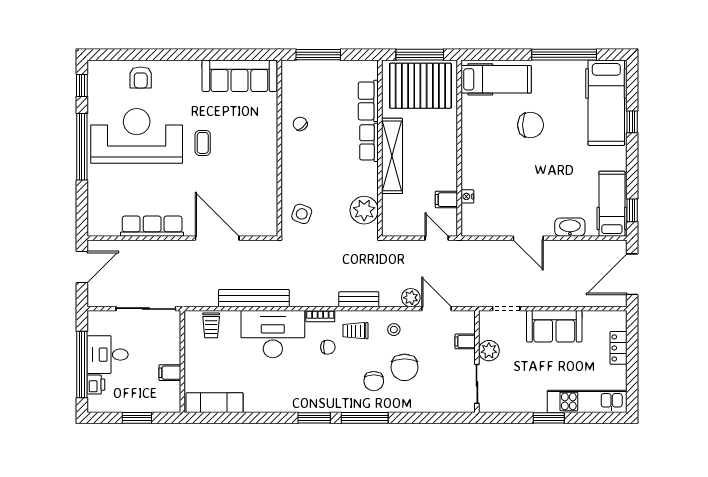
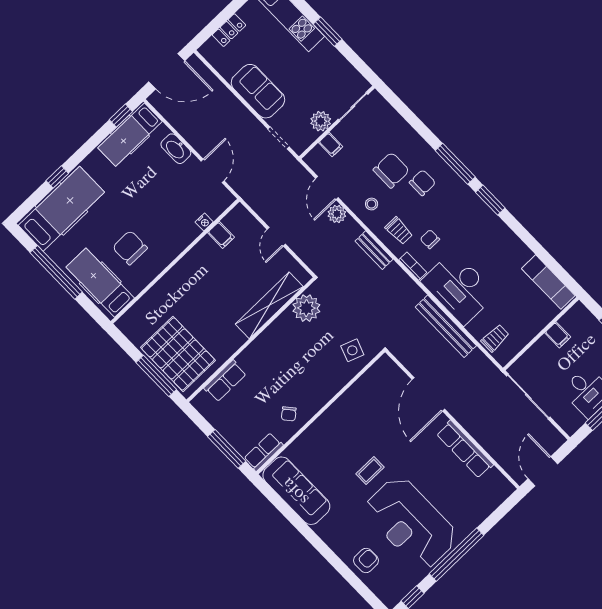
hospital bed: (496, 79) -> (100, 283), moved
row of seats: (369, 142) -> (263, 452), moved, turned 180
wall: (459, 148) -> (175, 261), moved
shelving: (392, 156) -> (269, 305), moved
nightstand: (467, 196) -> (204, 222), moved
filing cabinet: (446, 200) -> (221, 235), moved
door: (82, 267) -> (543, 471), hinge flipped

